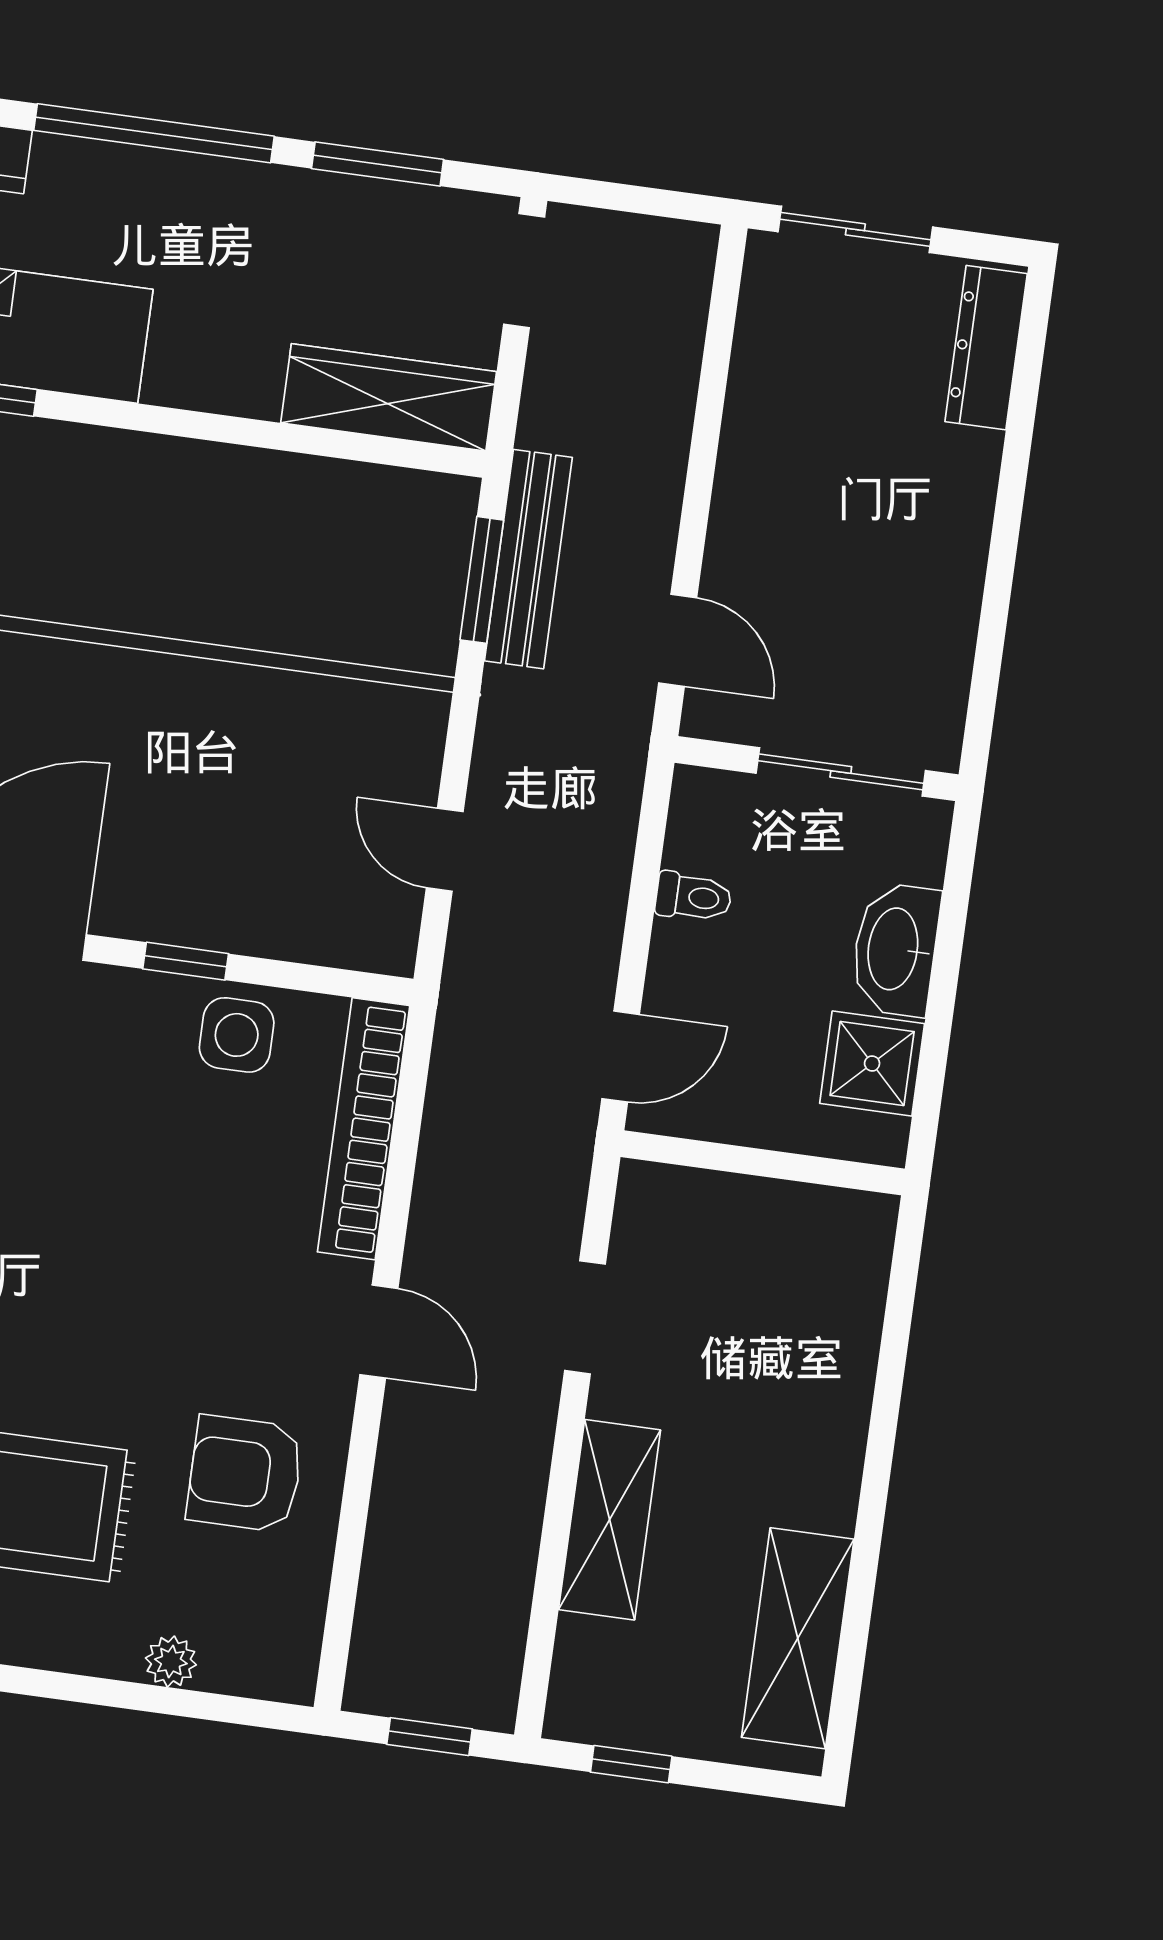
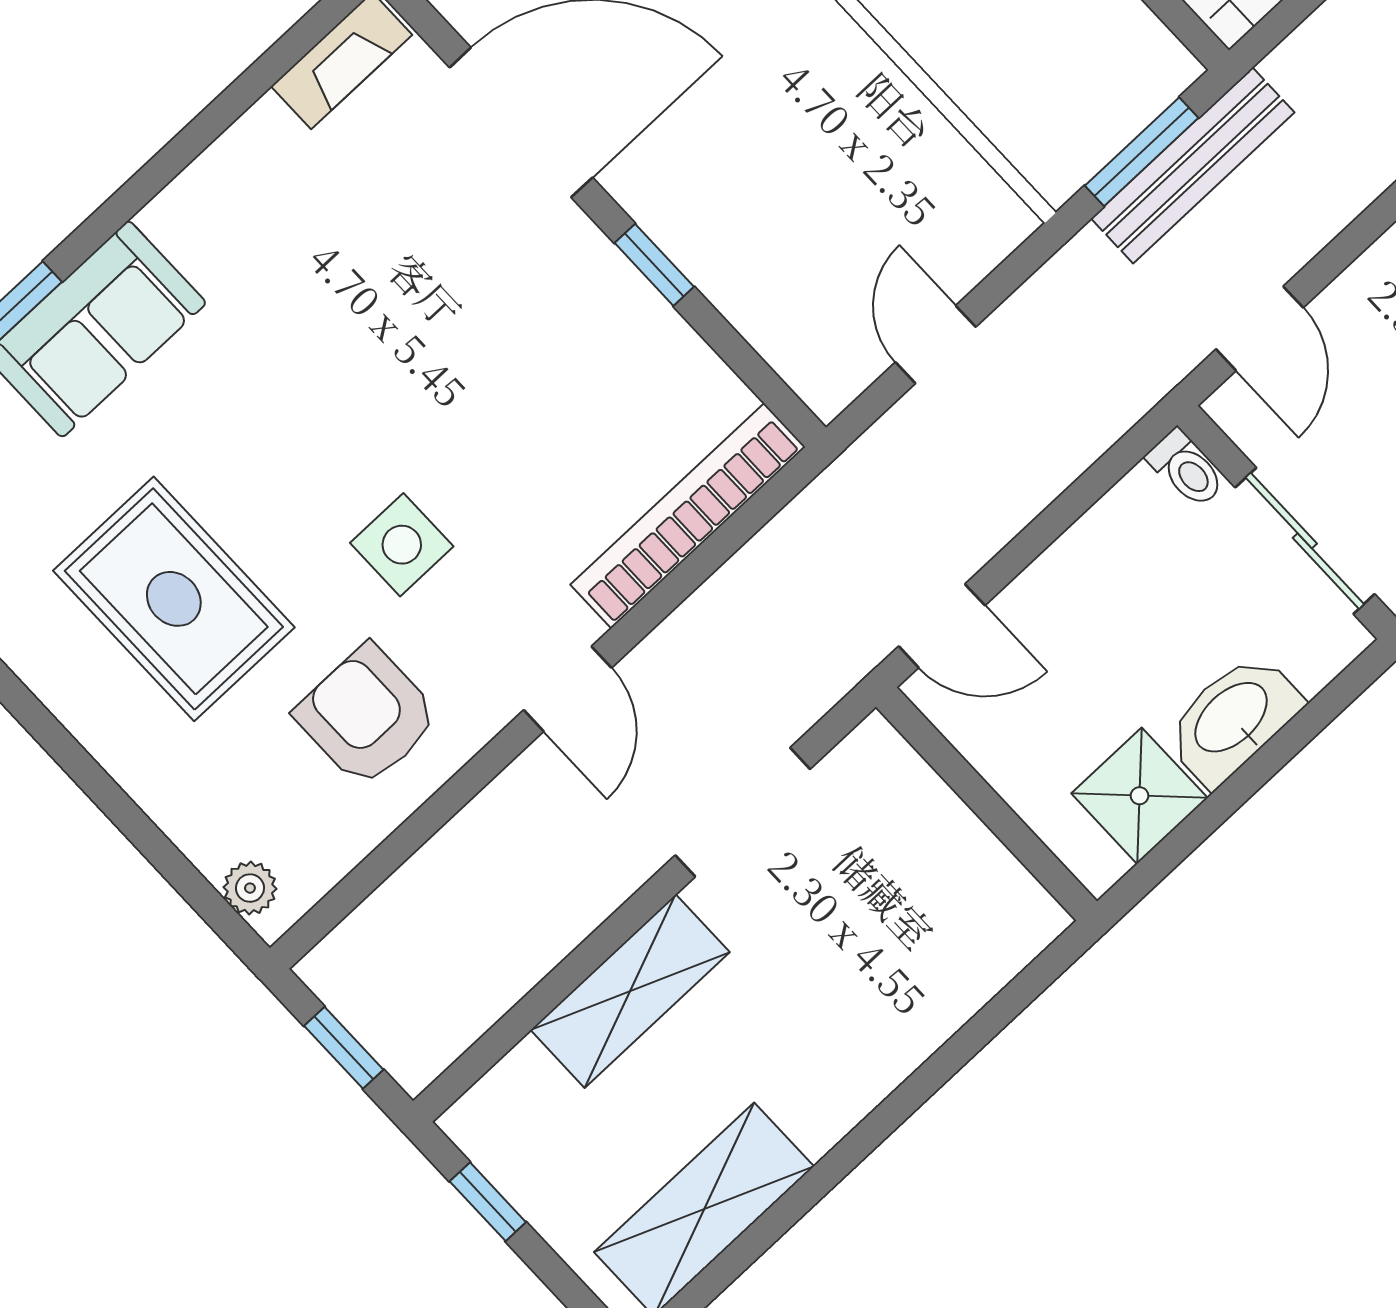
toilet: (693, 897) -> (1186, 469), moved
side table: (237, 1035) -> (402, 545), moved
doorway: (585, 1317) -> (743, 812), width x1.38
plant: (171, 1661) -> (250, 888), moved

